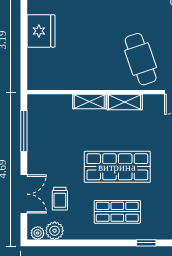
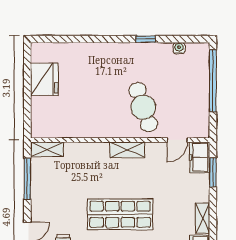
shelving: (89, 101) -> (47, 149), moved

